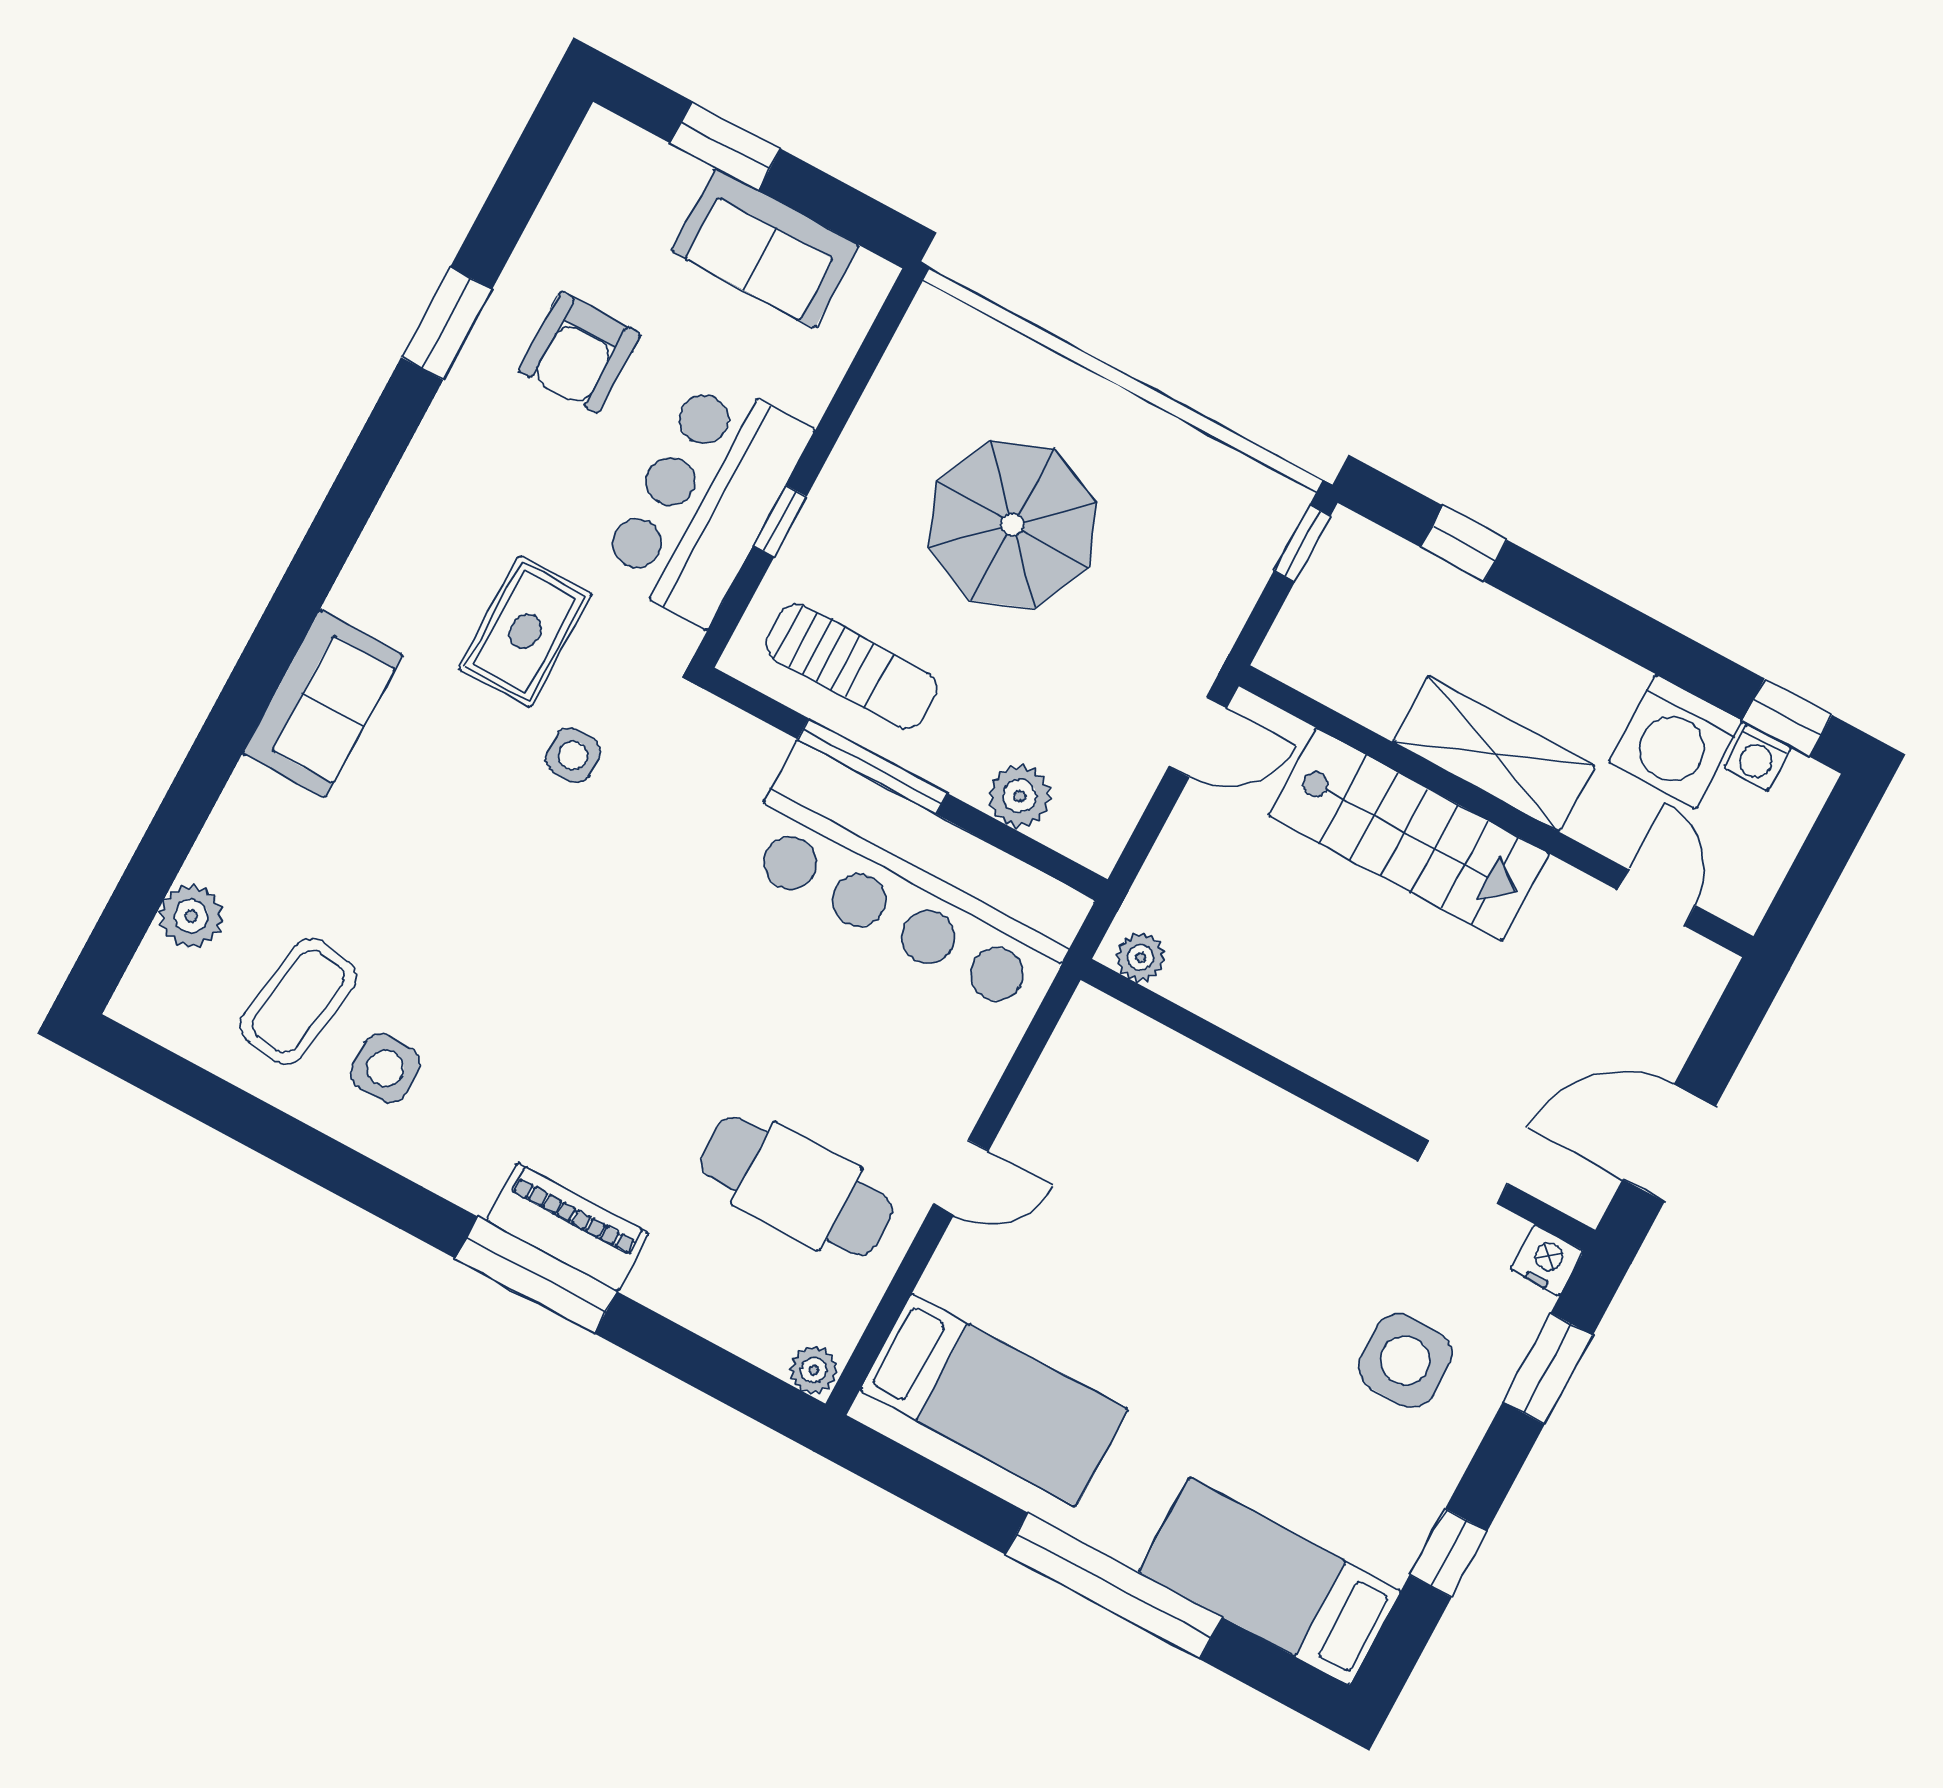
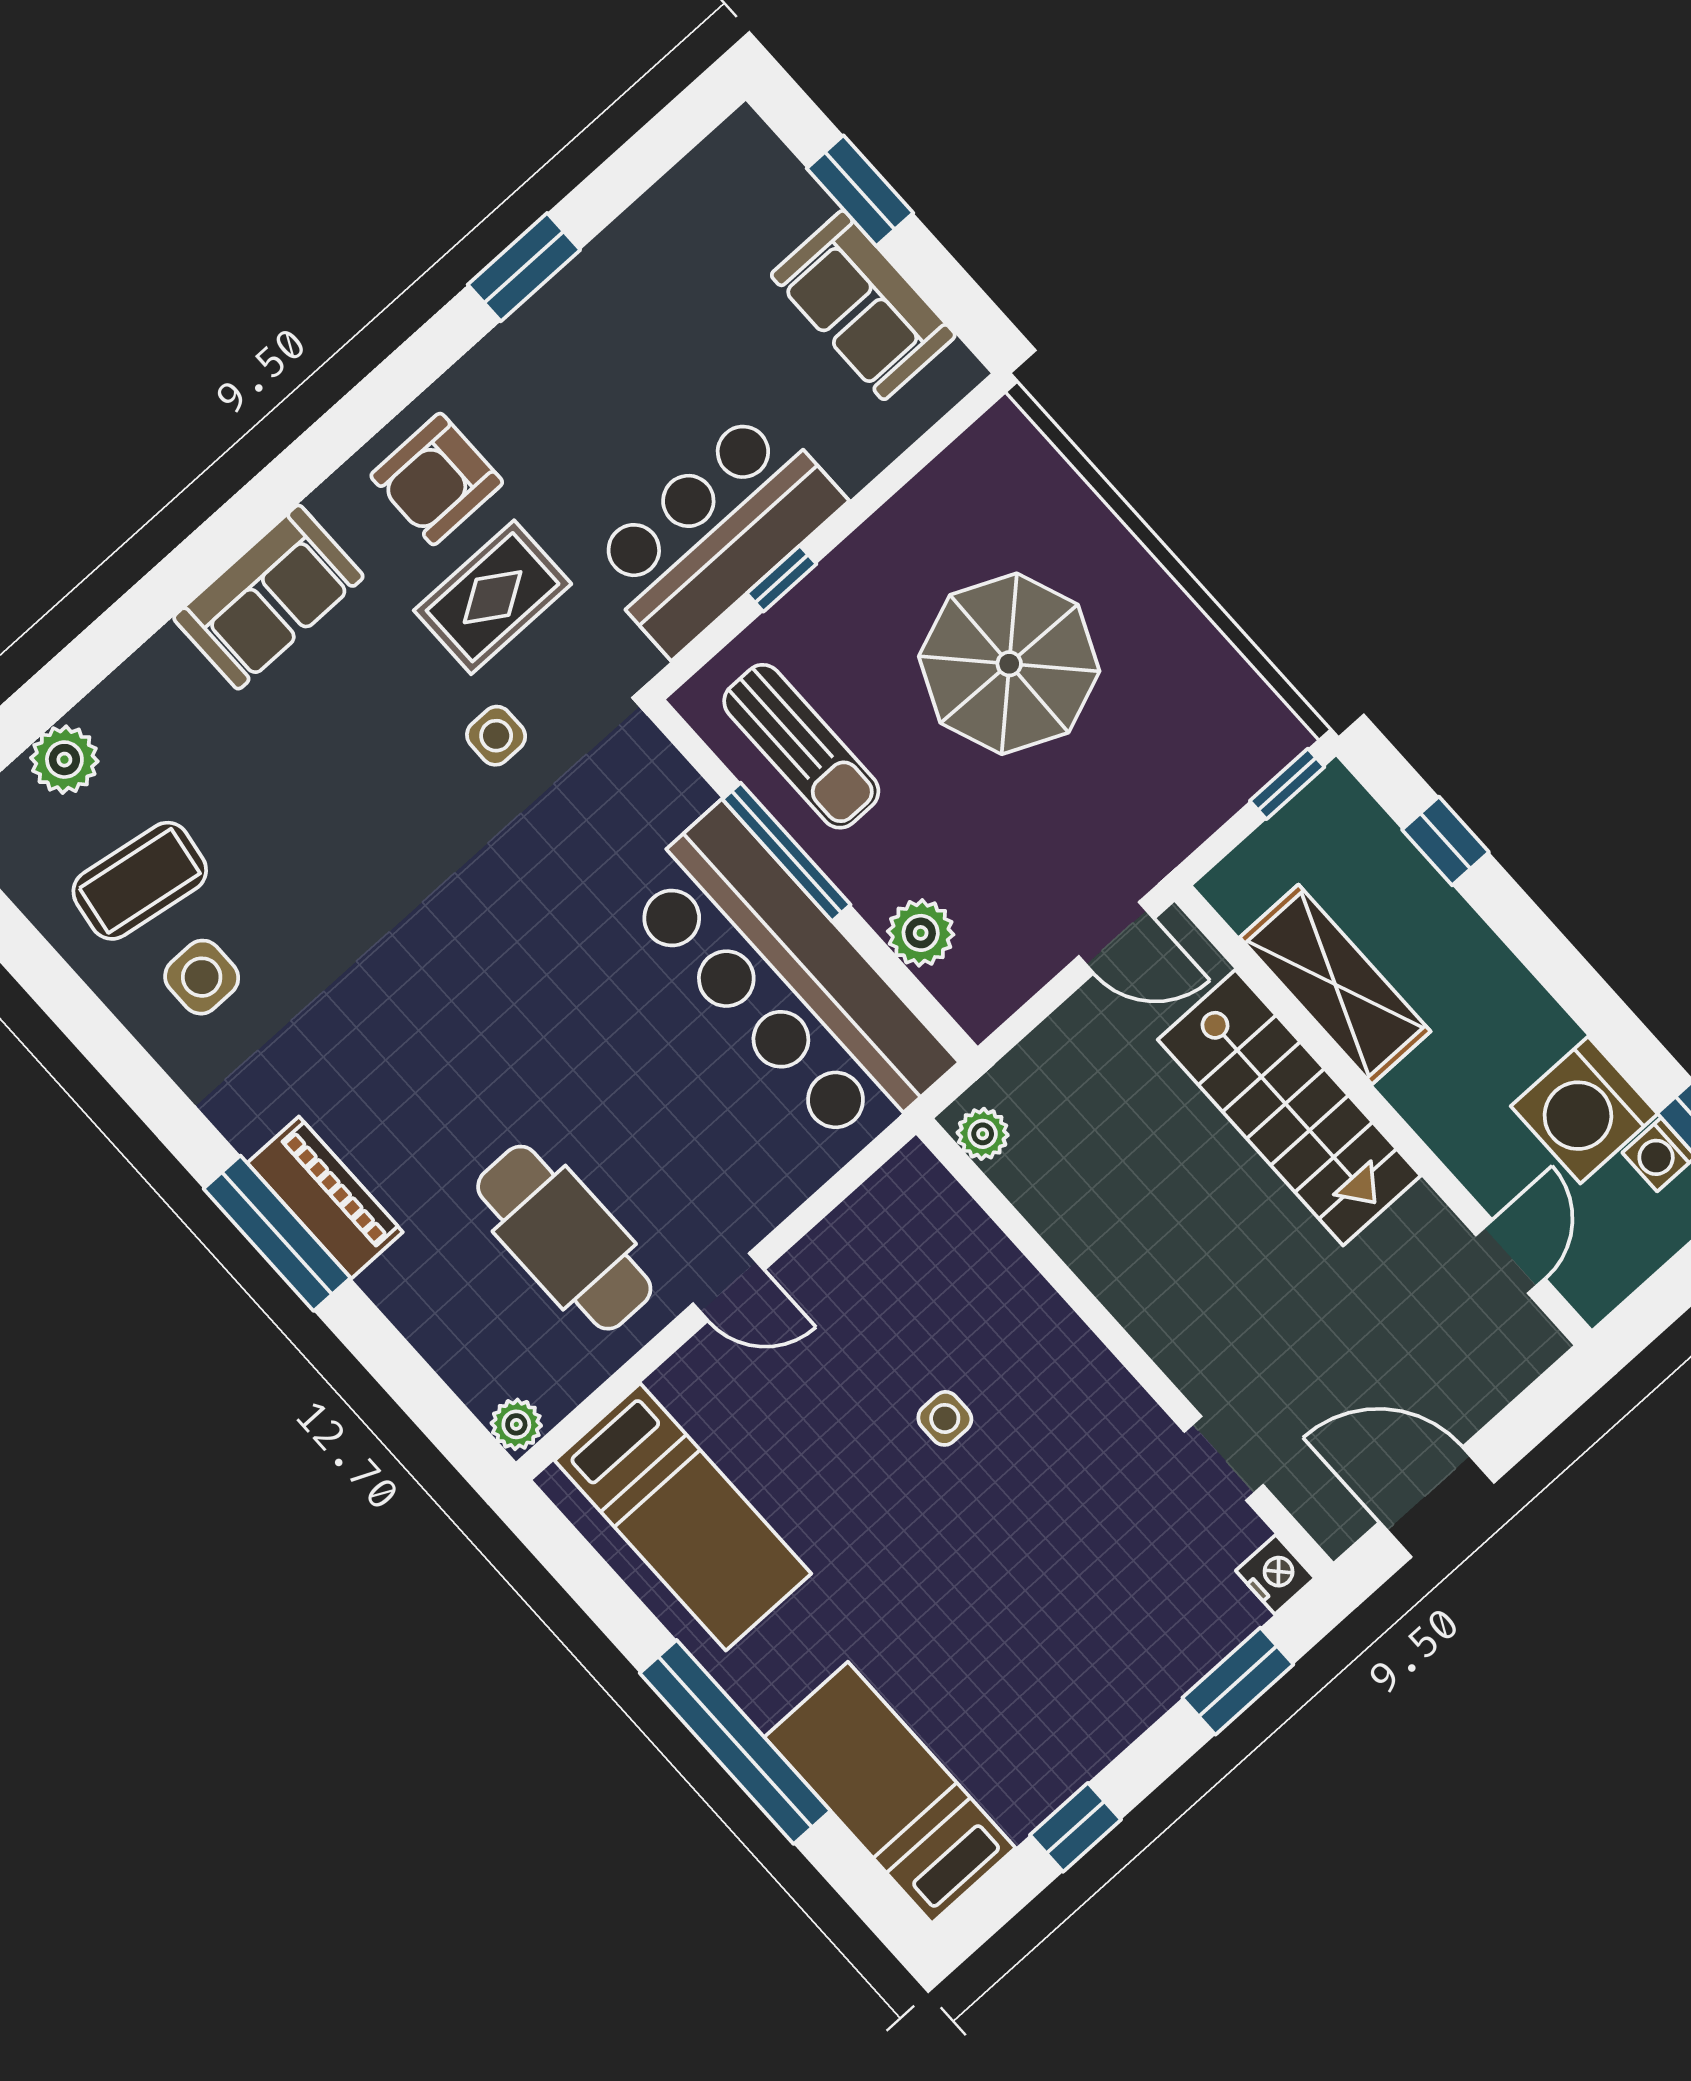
armchair: (579, 352) -> (437, 479), moved
shelving: (1494, 753) -> (1335, 984), moved
side table: (1405, 1361) -> (945, 1418), moved, width x0.54, depth x0.54

